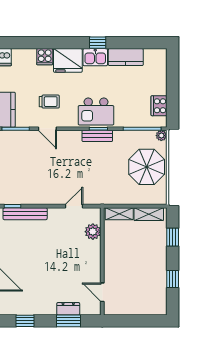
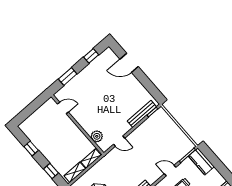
door: (74, 206) -> (119, 141), hinge flipped
dresser: (68, 309) -> (74, 83), removed

